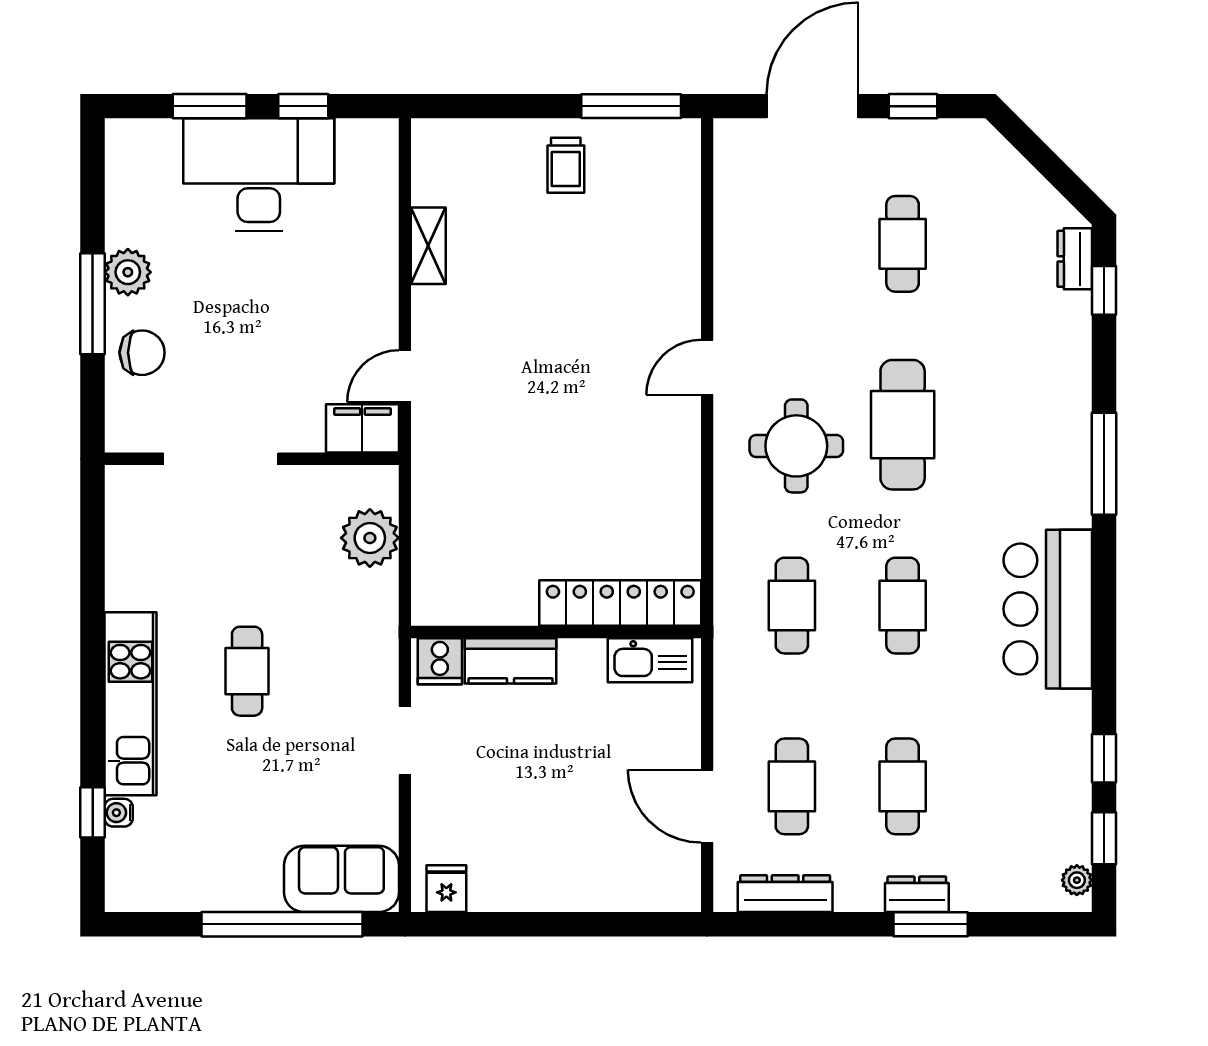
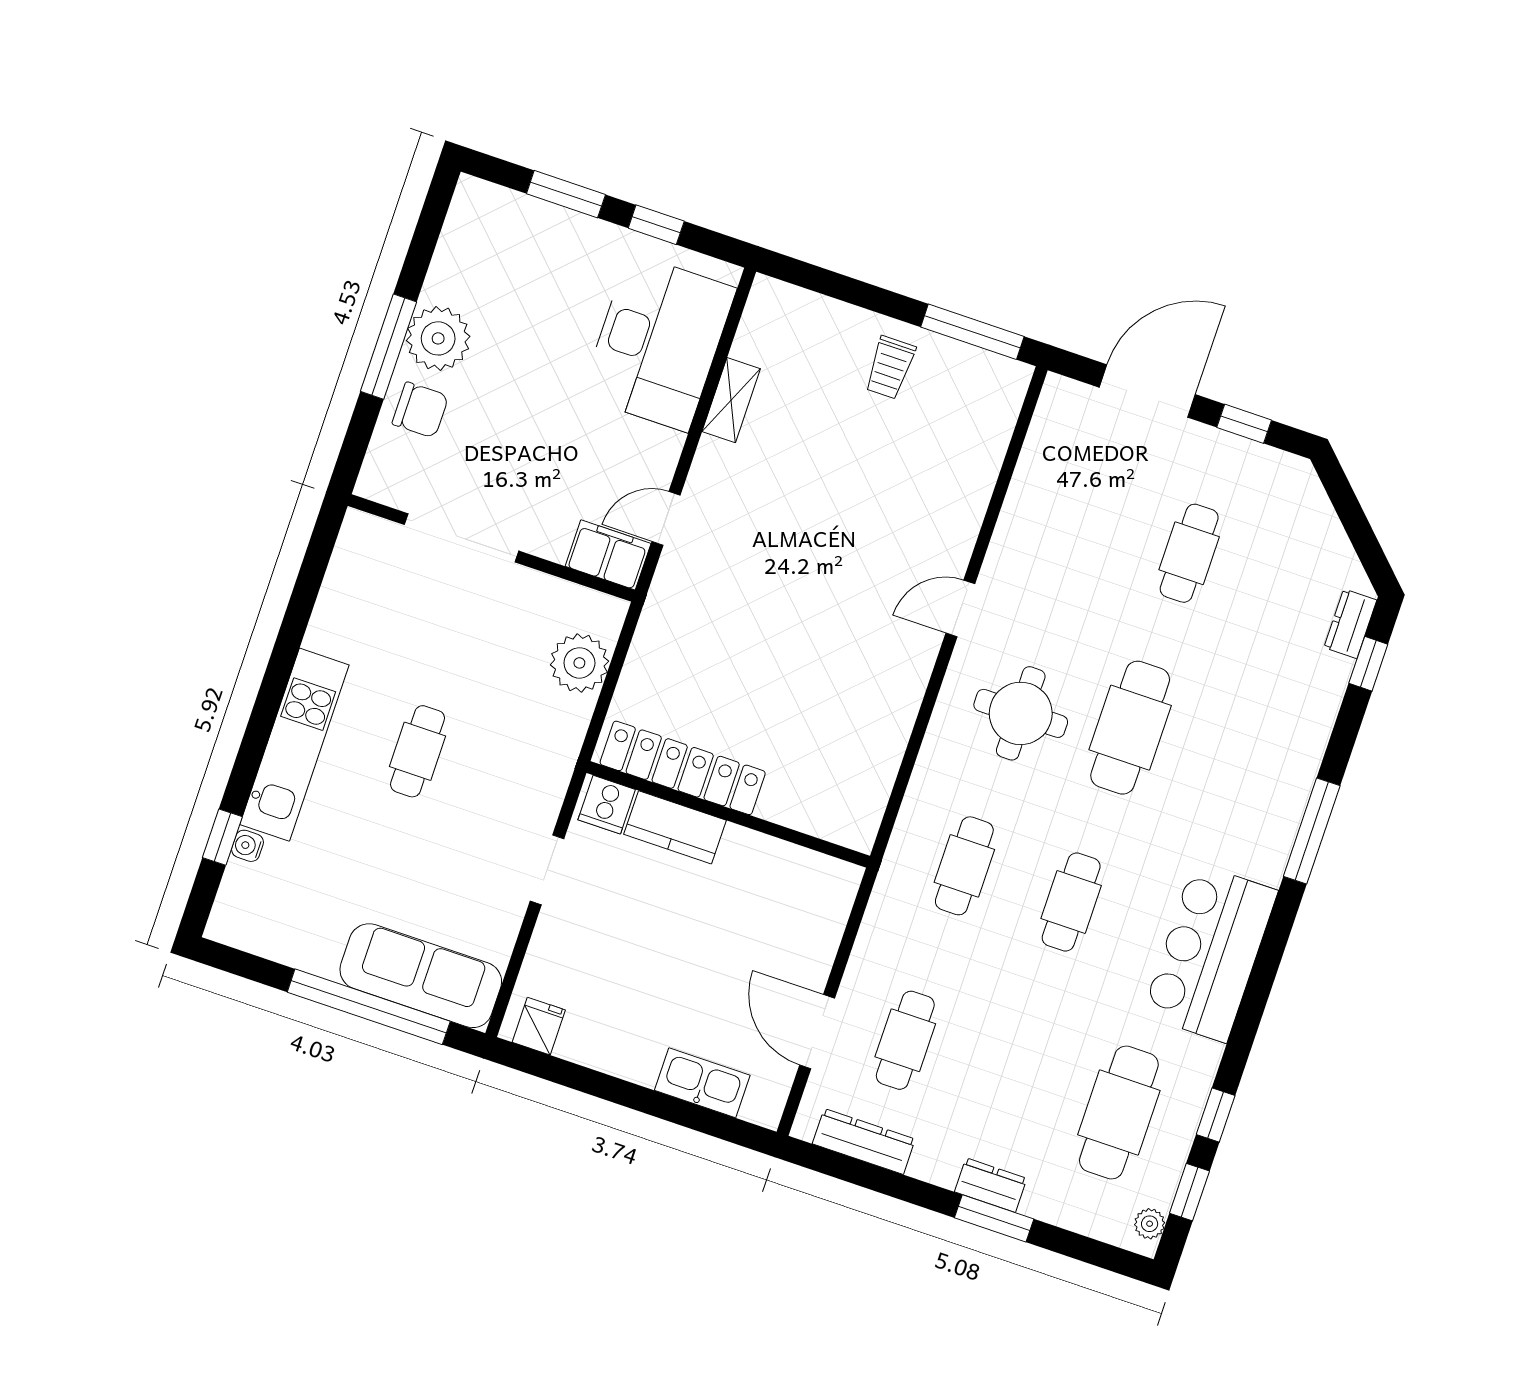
desk: (259, 175) -> (658, 342), moved, turned 90
plant: (128, 272) -> (438, 338), width x1.36, depth x1.36
locker: (620, 603) -> (683, 768), moved
kitchen sink: (650, 660) -> (702, 1083), moved, turned 180
cafe table: (903, 786) -> (1119, 1113), moved, width x1.37, depth x1.35
sofa: (341, 879) -> (421, 976), width x1.36

